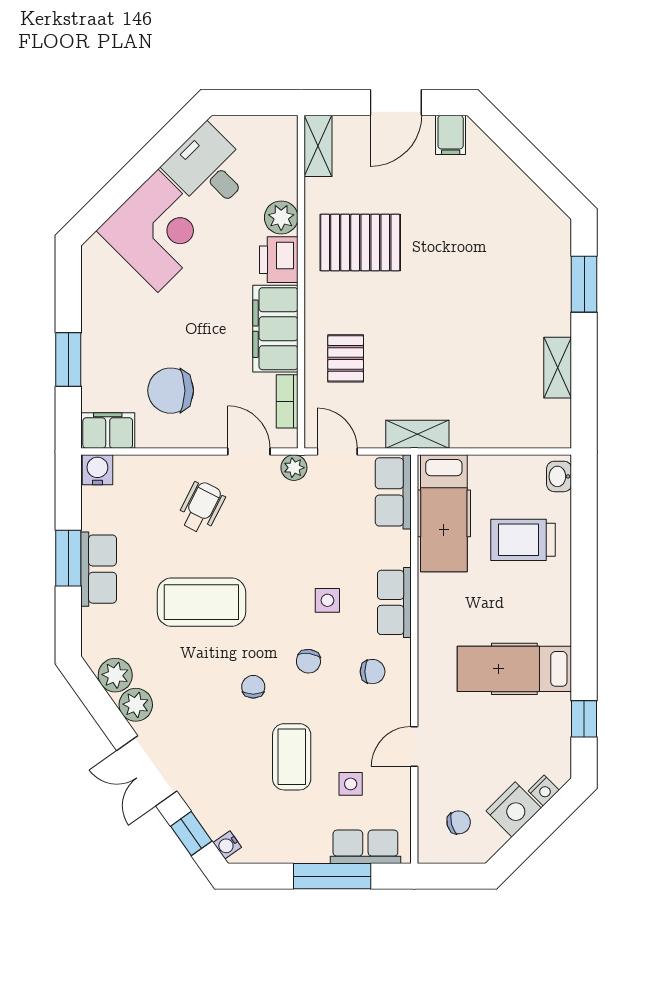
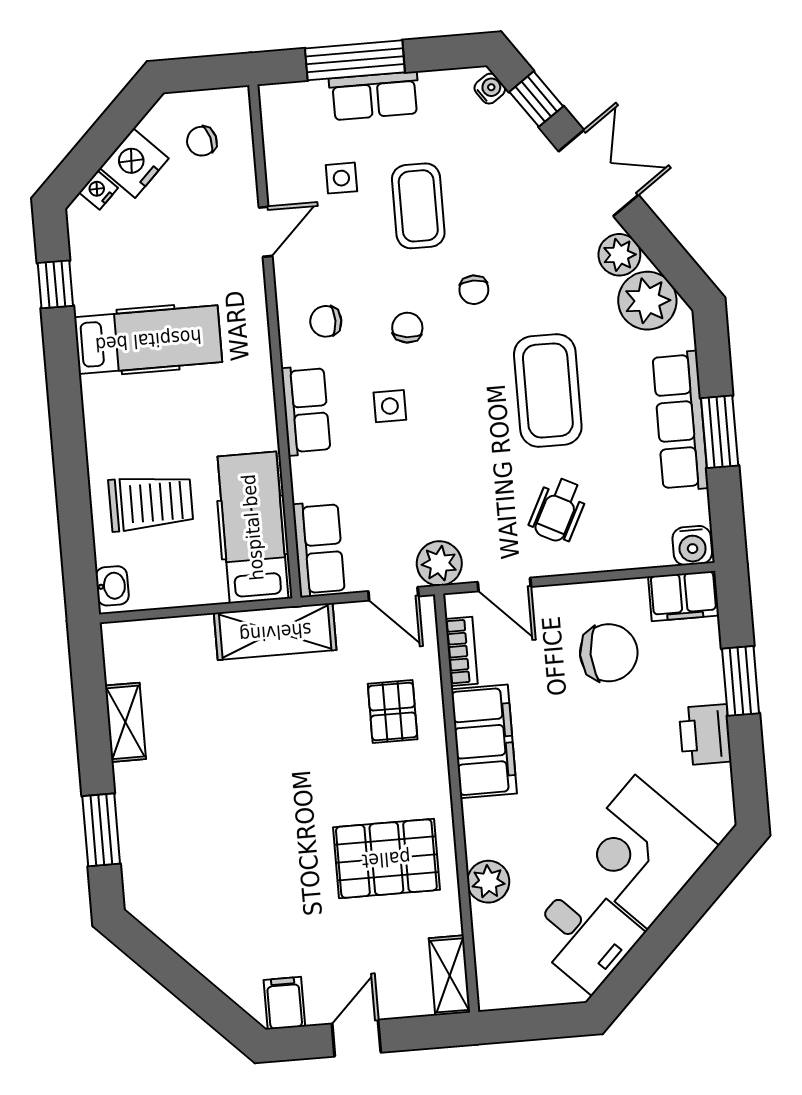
door: (396, 102) -> (356, 1038), width x0.73
printer: (279, 260) -> (705, 735), moved, turned 180
shelving: (417, 434) -> (275, 632), width x1.50, depth x1.33
plant: (294, 468) -> (439, 563), width x1.38, depth x1.38
row of seats: (99, 569) -> (680, 421), width x1.48
coffee table: (201, 602) -> (548, 390), turned 90
plant: (115, 675) -> (647, 301), width x1.36, depth x1.36
row of seats: (365, 847) -> (374, 96), moved

